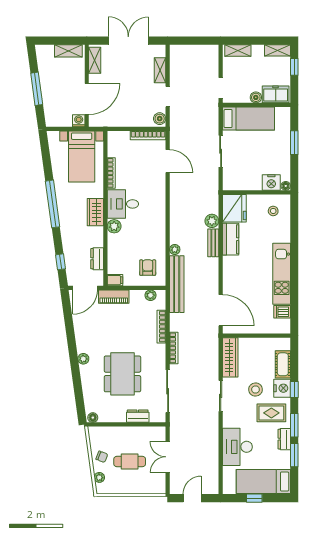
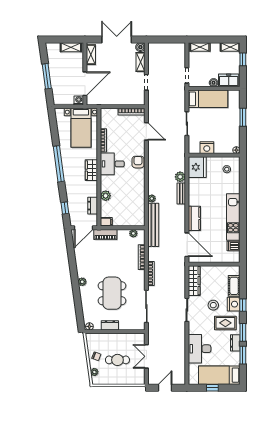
boiler: (160, 119) -> (140, 47), moved
nightstand: (271, 183) -> (207, 148), moved
plant: (114, 226) -> (106, 196), moved
kitchen counter: (231, 239) -> (194, 218), moved
armchair: (148, 268) -> (138, 162), moved
dresser: (138, 416) -> (110, 325), moved

